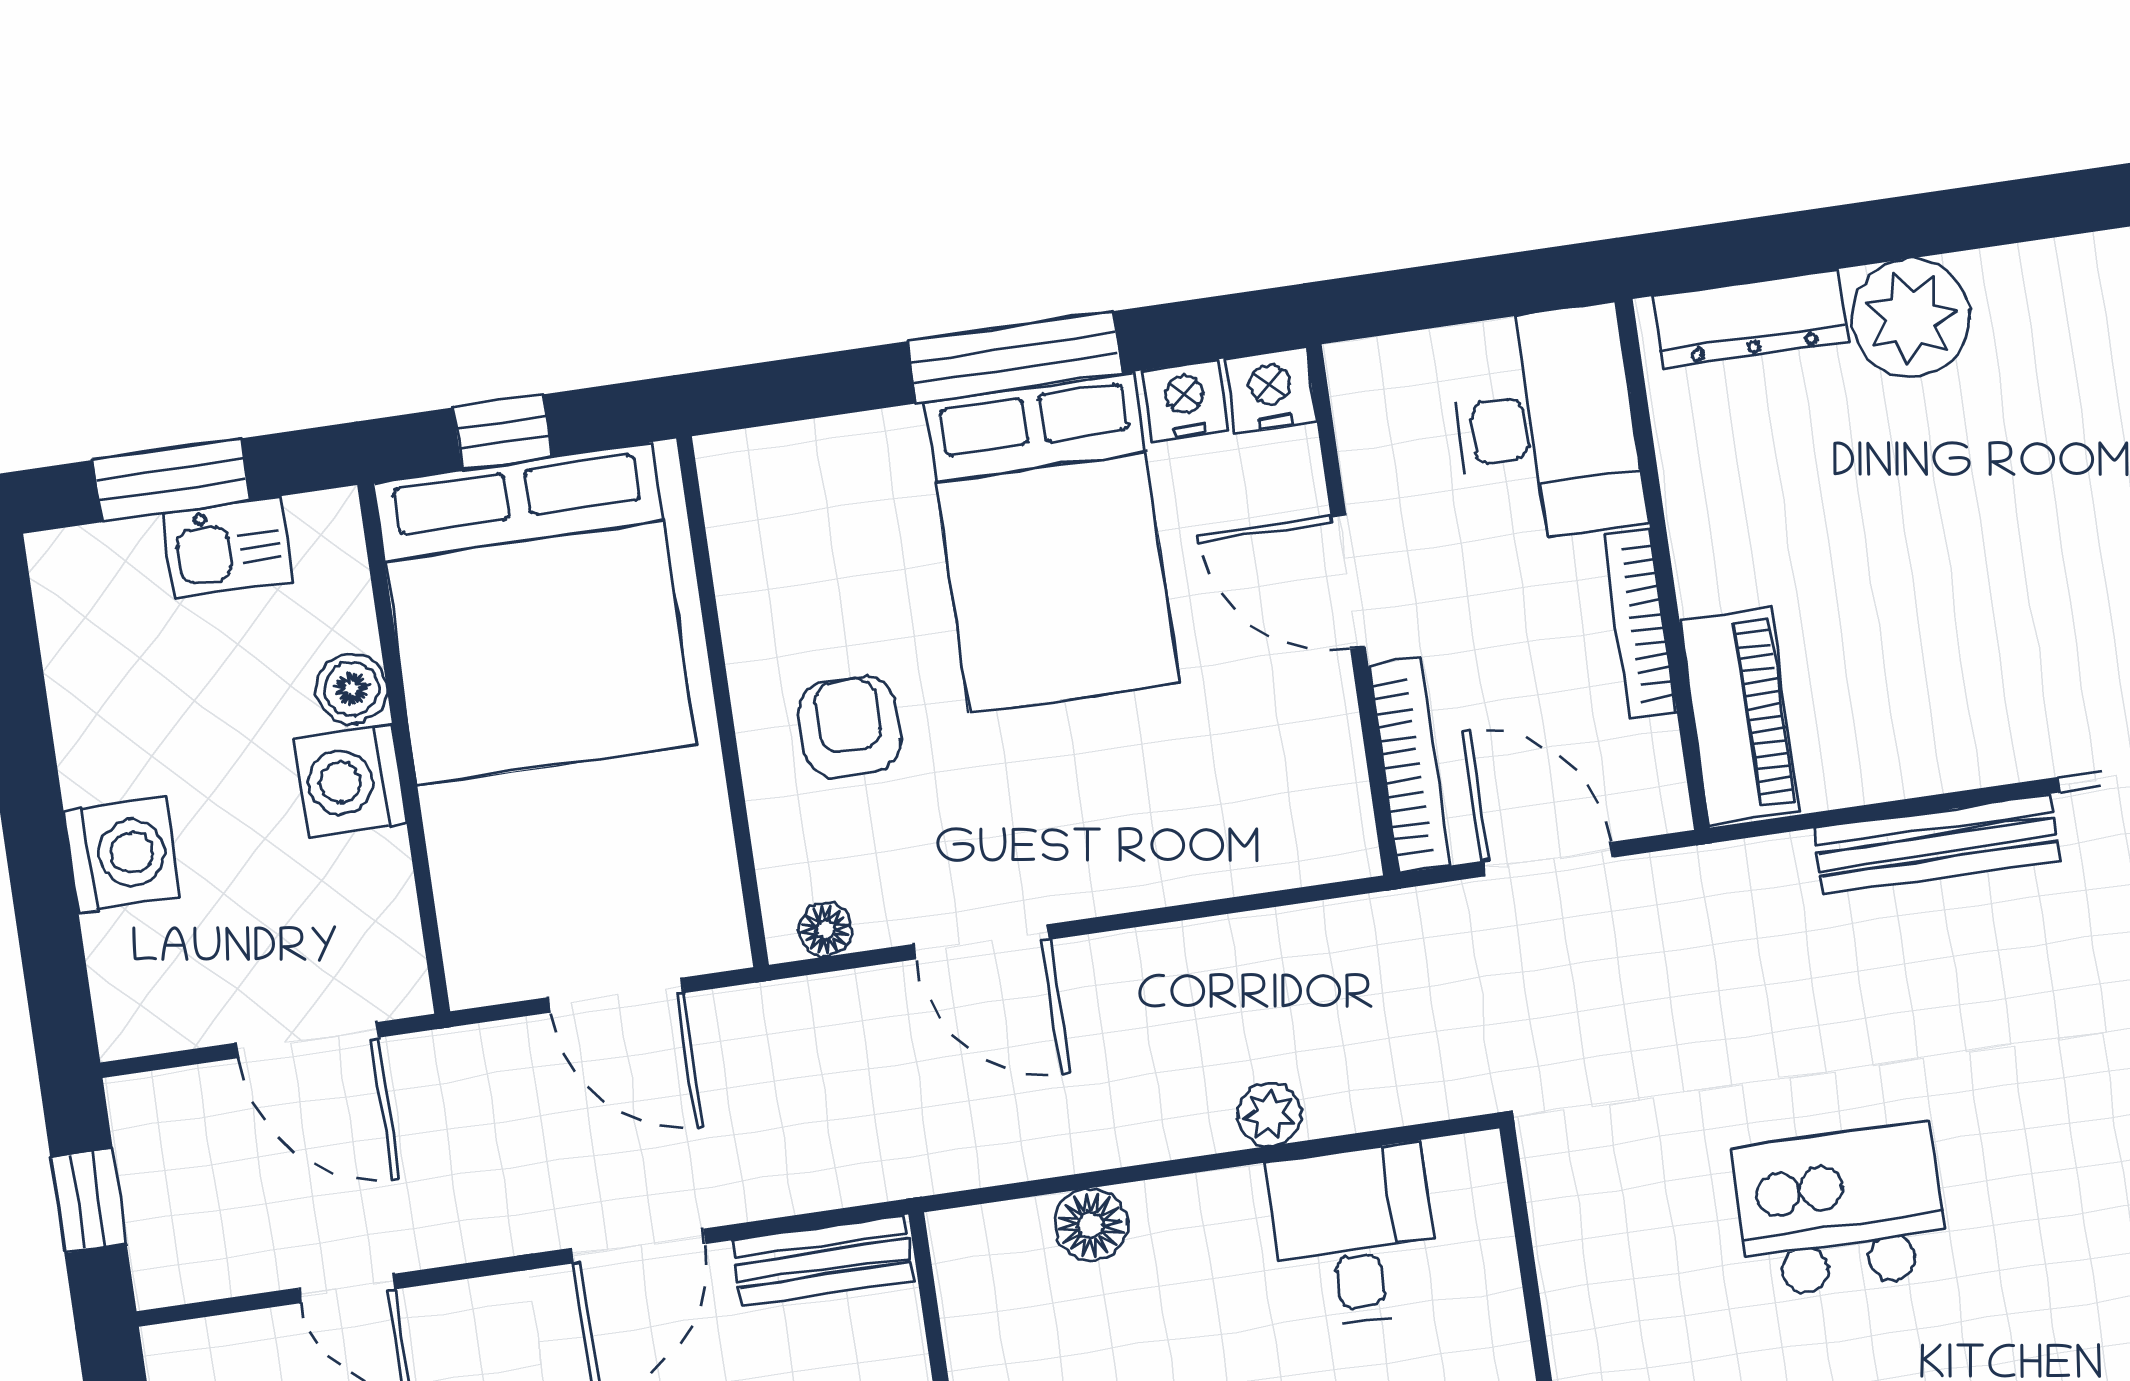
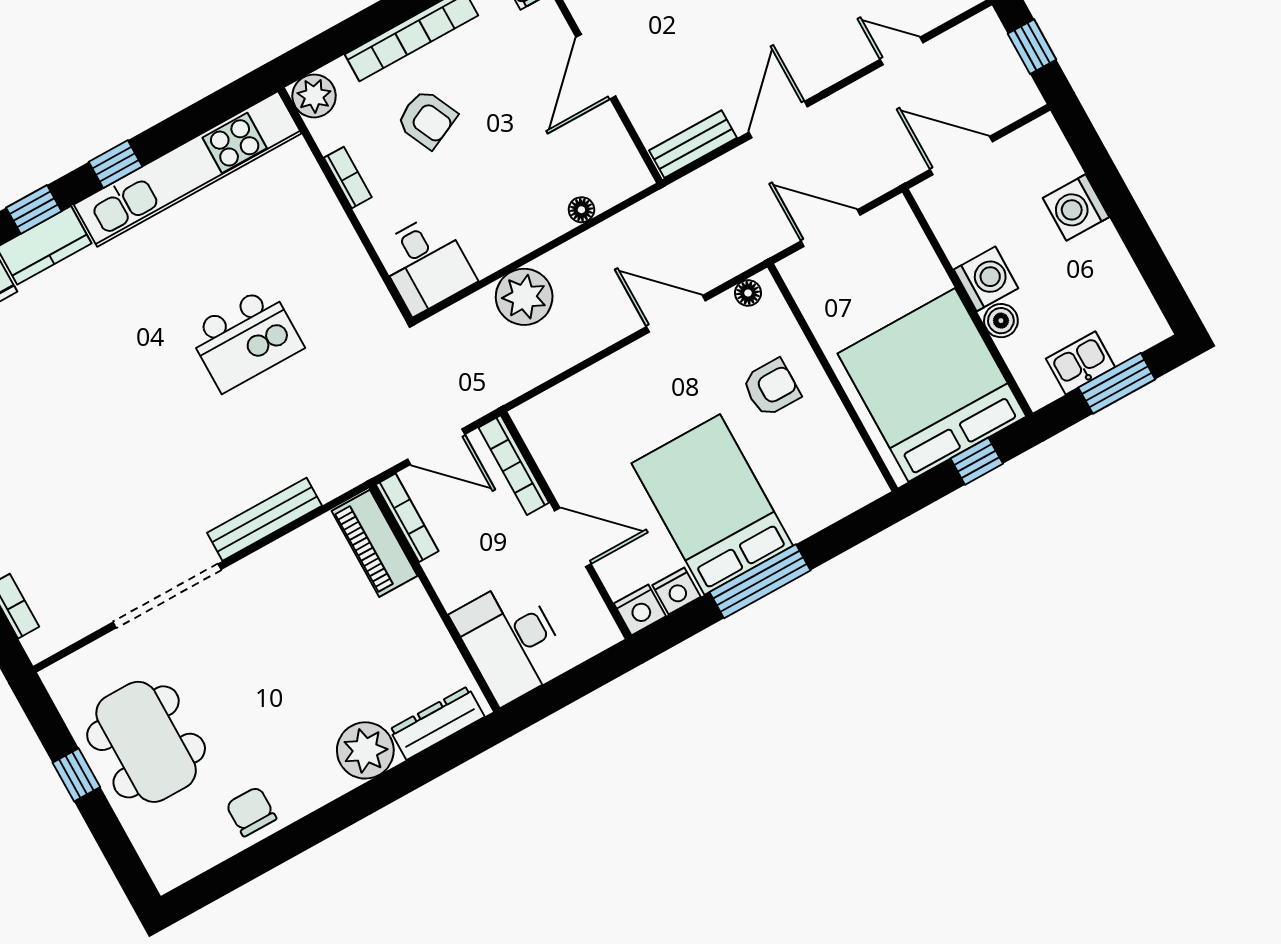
bookcase: (1640, 624) -> (407, 518), moved
armchair: (850, 727) -> (771, 388), turned -90
plant: (1270, 1114) -> (524, 297), width x1.87, depth x1.87
floor lamp: (1091, 1225) -> (581, 210), width x0.73, depth x0.73
desk: (1354, 1236) -> (426, 264), moved

